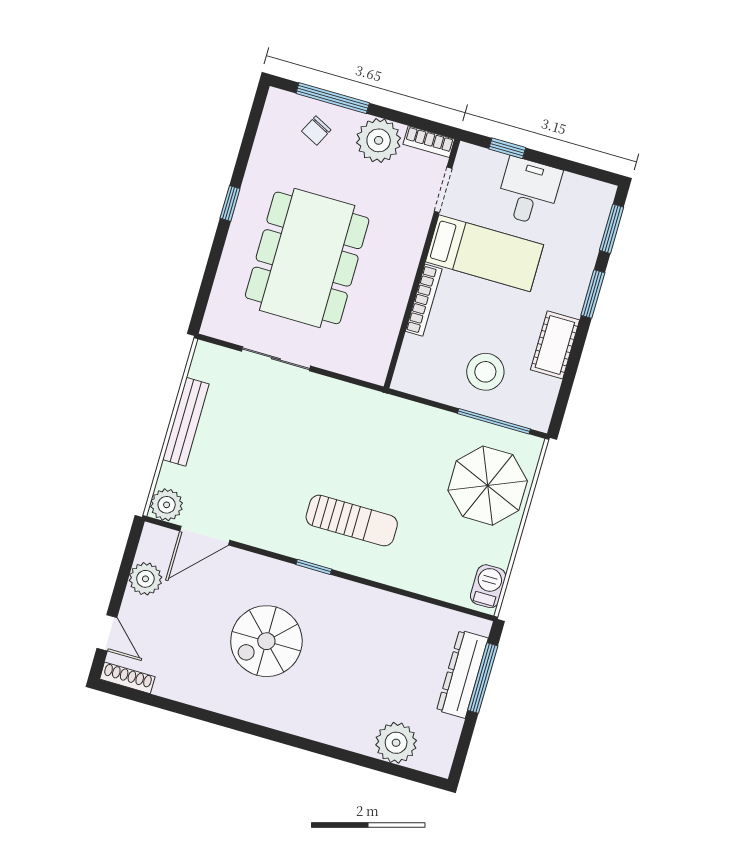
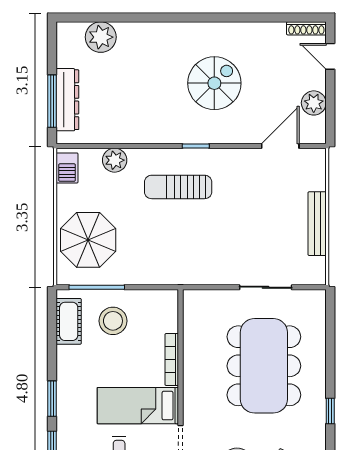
window: (230, 203) -> (330, 411), moved
cot: (555, 345) -> (69, 321), moved
plant: (167, 505) -> (115, 160), moved

